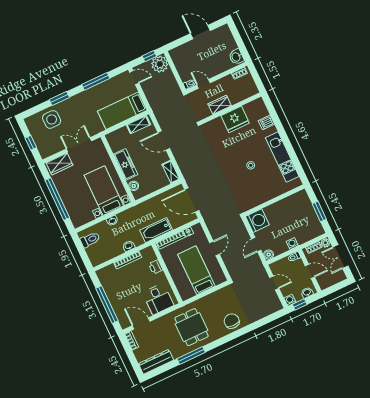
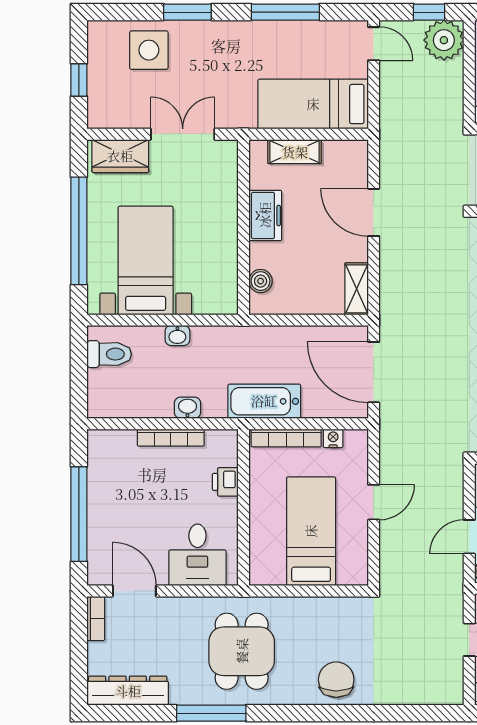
shelving: (138, 125) -> (295, 152), moved
freezer: (126, 164) -> (265, 215), width x0.71
bed with nightstands: (104, 191) -> (146, 261), moved

